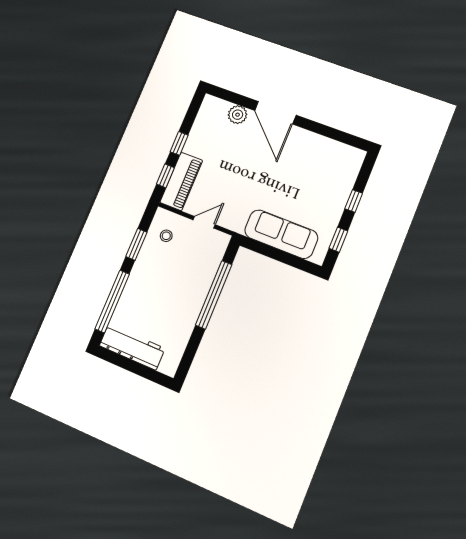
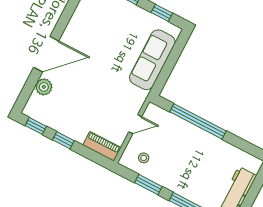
window: (165, 176) -> (36, 126), moved
piano: (181, 181) -> (102, 146), width x0.73, depth x0.75
door: (204, 222) -> (135, 124), swing flipped

